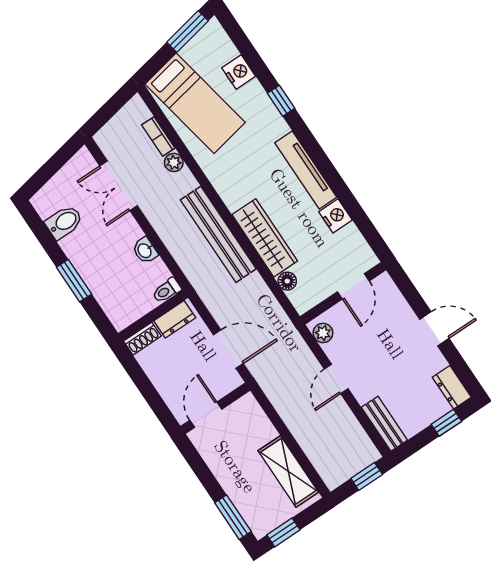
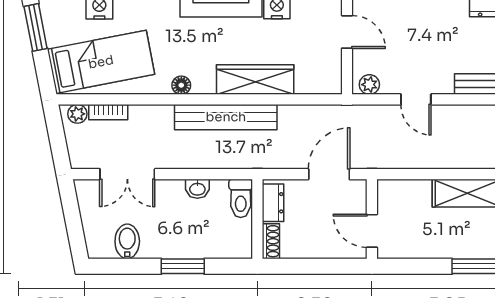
plant: (174, 162) -> (77, 114), moved
floor lamp: (287, 281) -> (181, 85), moved
toilet: (167, 290) -> (241, 198), width x1.37, depth x1.39

